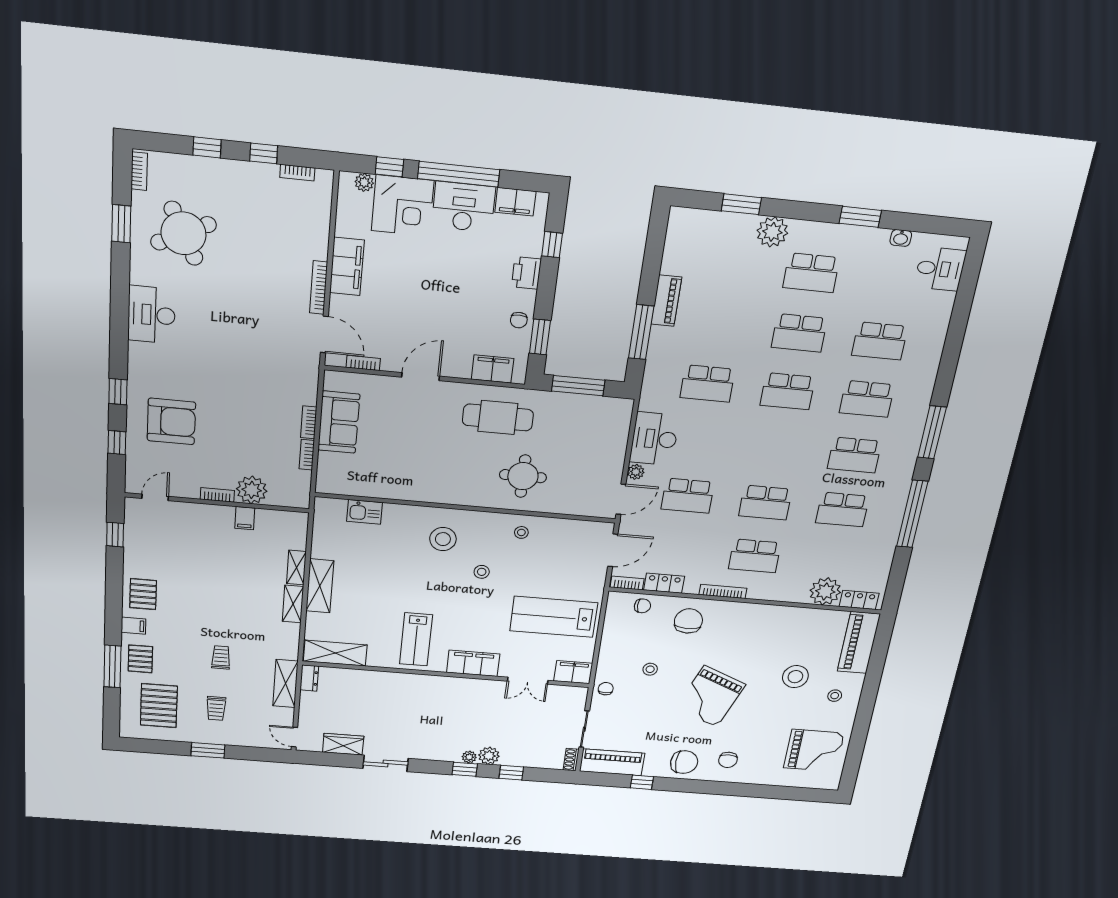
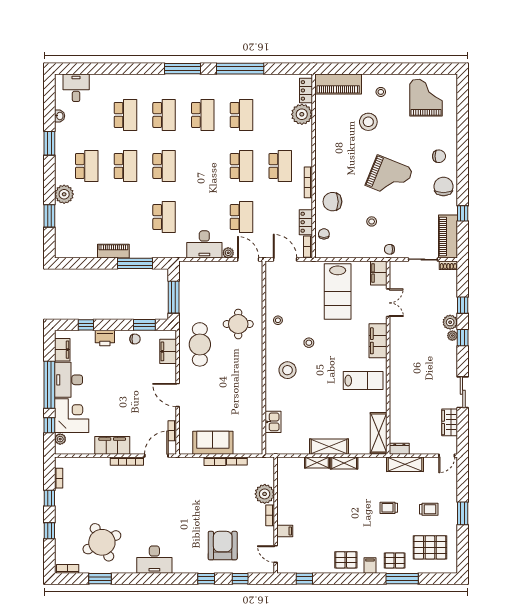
filing cabinet: (245, 518) -> (285, 531), moved

